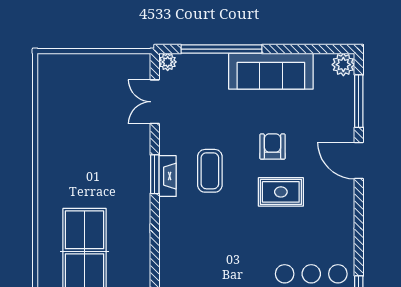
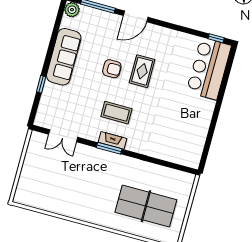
window: (221, 49) -> (41, 84), width x0.32
plant: (168, 62) -> (40, 121), removed
armchair: (272, 147) -> (112, 69), turned 180

